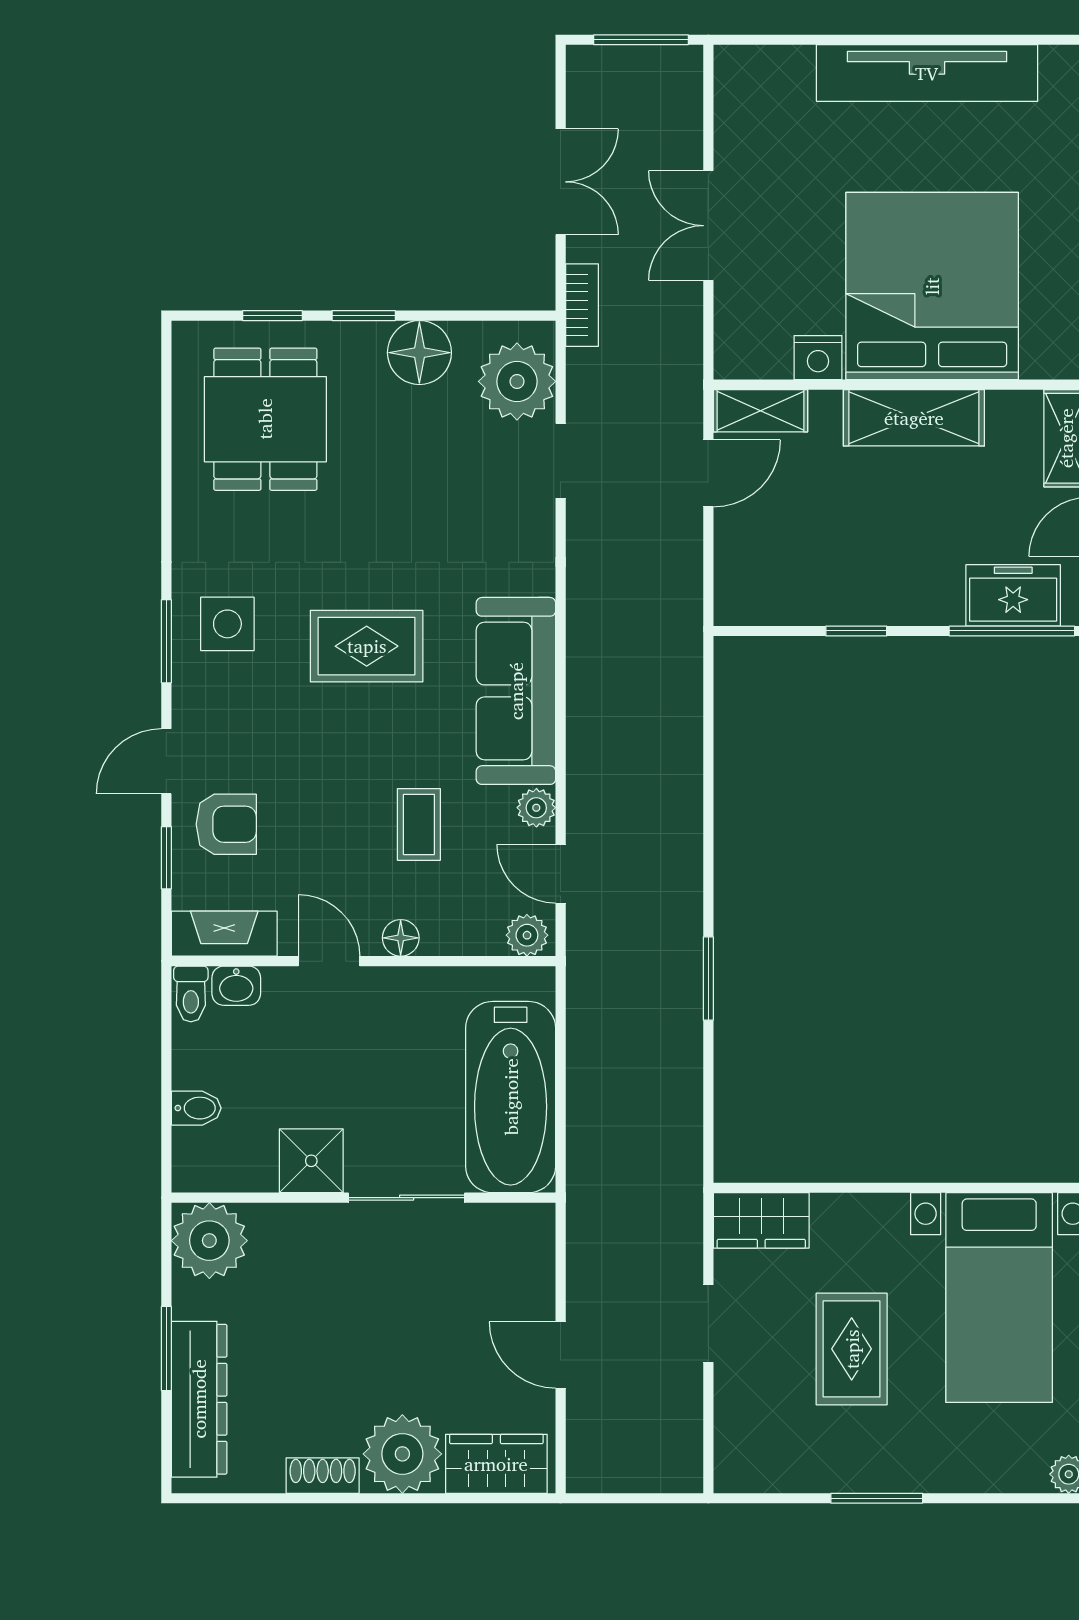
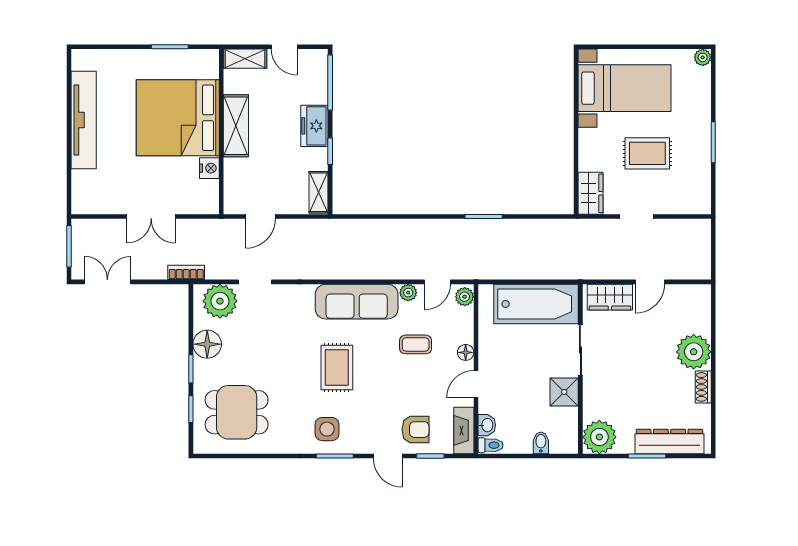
double door: (561, 182) -> (107, 282), moved
shelving: (760, 411) -> (319, 192), moved
door: (708, 473) -> (261, 217), swing flipped
freezer: (1013, 595) -> (314, 126), moved
armchair: (226, 824) -> (415, 430), turned 90
wardrobe: (496, 1464) -> (610, 297), moved, turned -90

